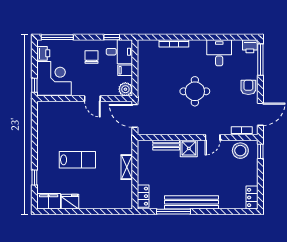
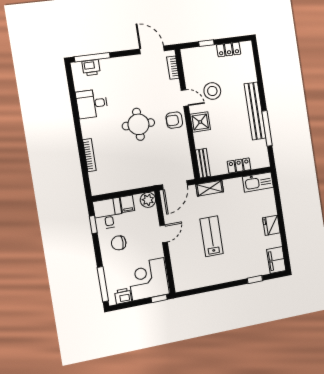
printer: (250, 46) -> (91, 68), moved, turned 90
armchair: (248, 87) -> (174, 120), moved
bench: (166, 145) -> (203, 163), moved
stool: (240, 151) -> (212, 91), moved
window: (260, 151) -> (206, 43), moved
lab bench: (77, 160) -> (212, 236), moved
shelving: (127, 167) -> (210, 188), moved
kitchen sink: (125, 195) -> (258, 182), added
locker: (143, 196) -> (239, 166), moved
locker: (252, 198) -> (229, 49), moved
fridge: (70, 202) -> (271, 225), moved

